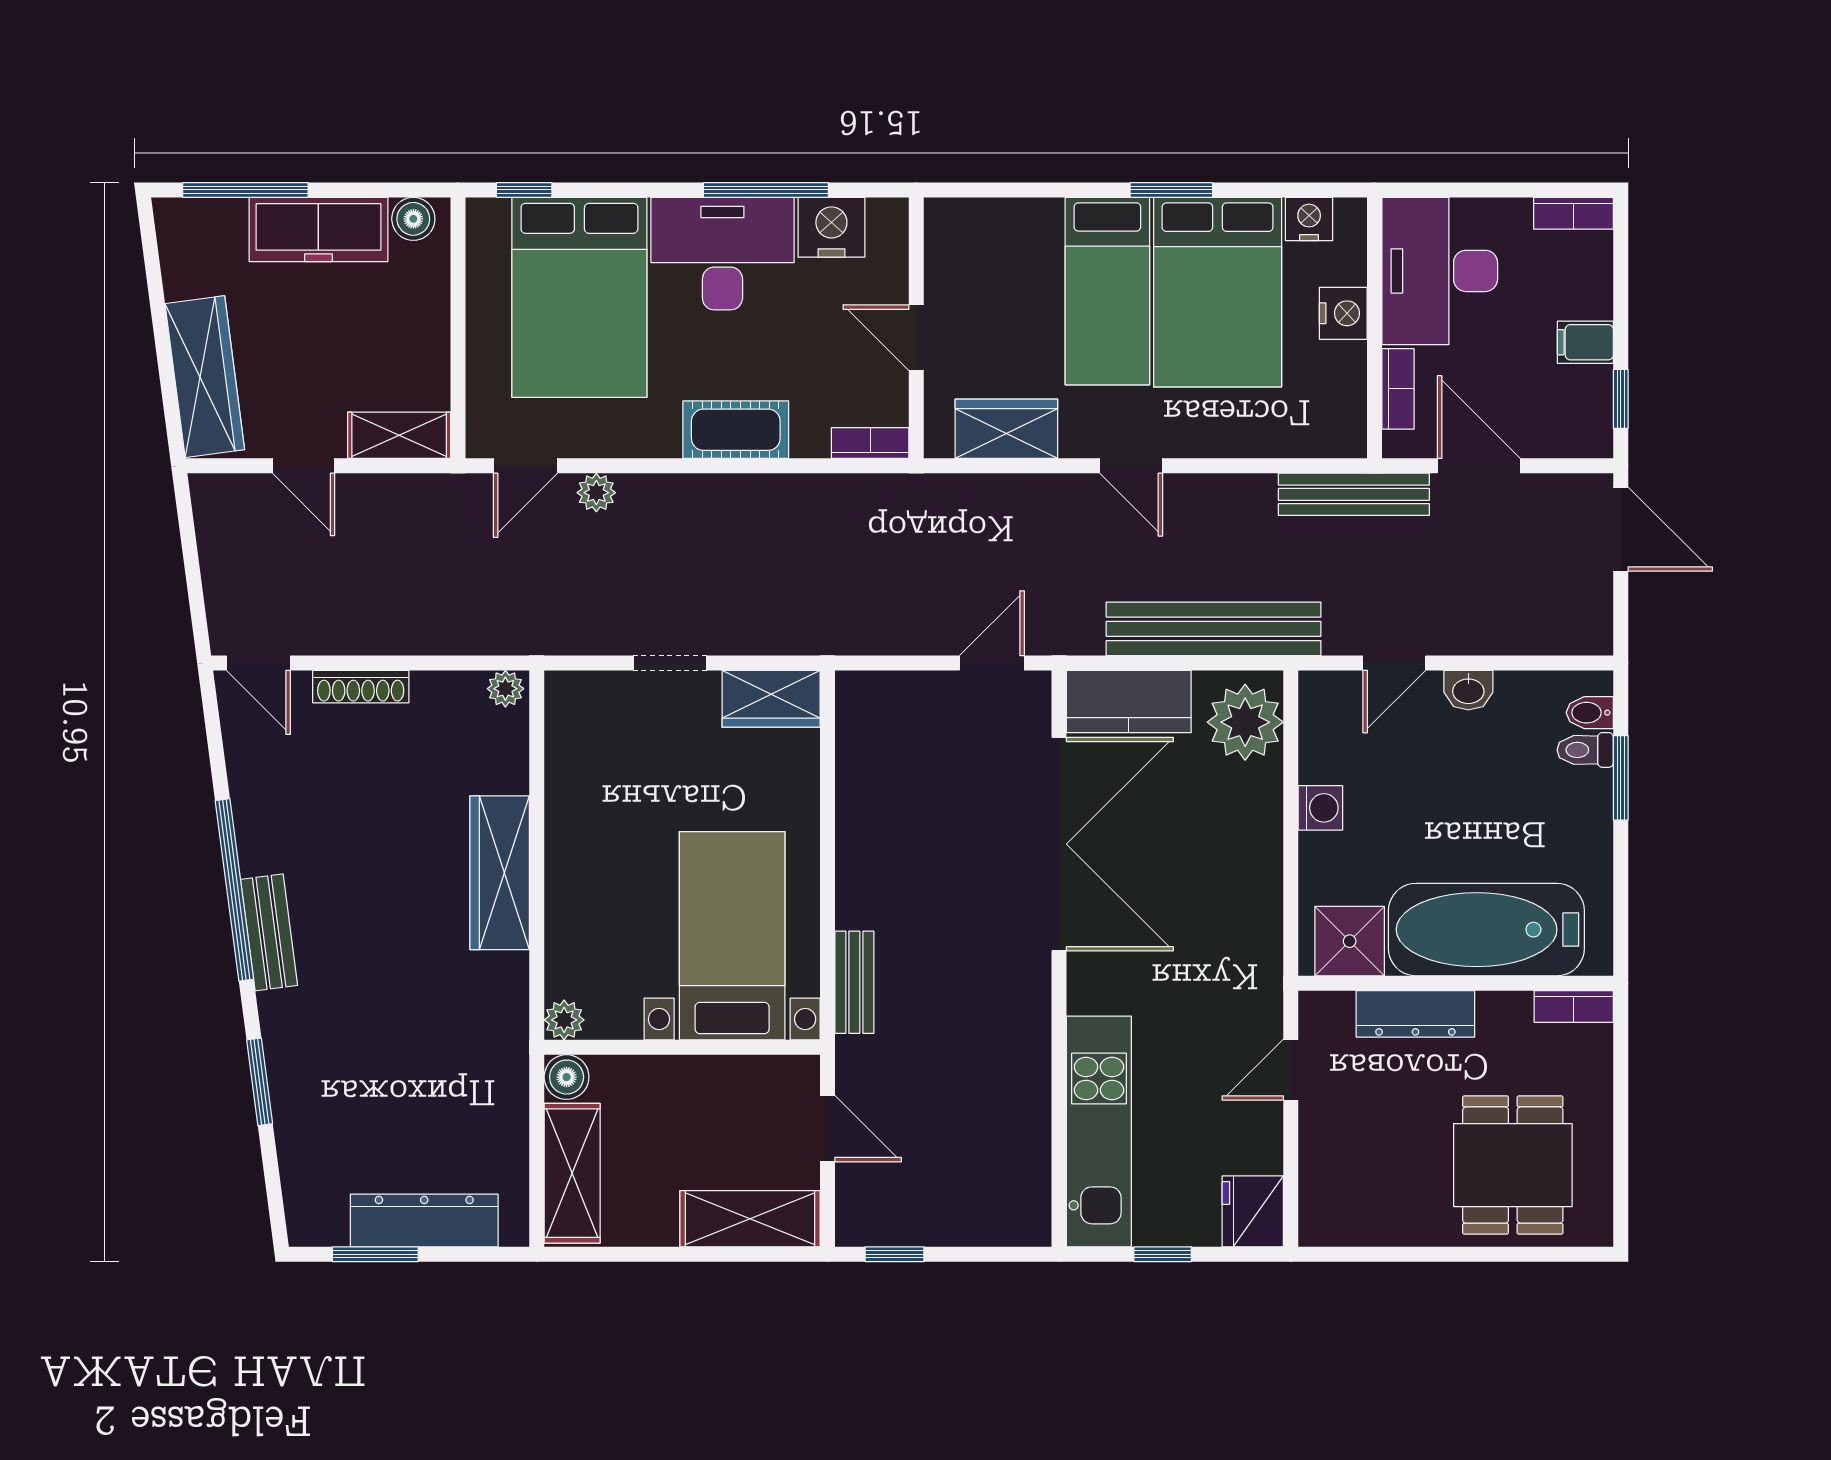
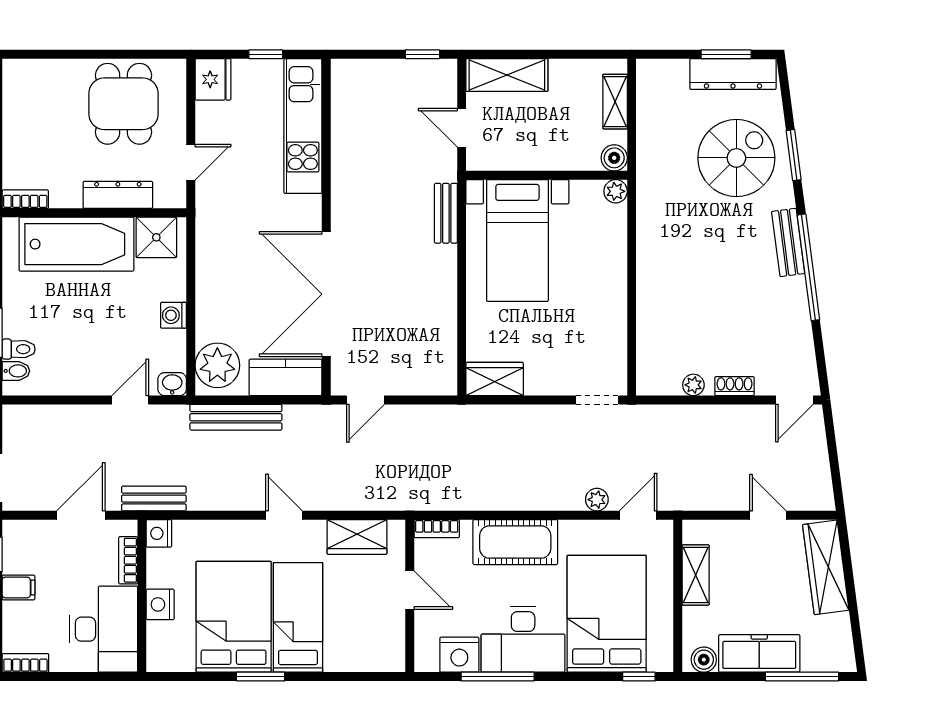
nightstand: (1309, 219) -> (159, 533), moved, turned 90
cot: (736, 430) -> (515, 542), width x1.37, depth x1.34
shelving: (399, 435) -> (696, 575), moved, turned 90
door: (1479, 466) -> (81, 515), swing flipped
bench: (1354, 494) -> (154, 499), width x0.73
bench: (1214, 629) -> (236, 417), width x0.73, depth x0.82
door: (258, 663) -> (794, 400), swing flipped
doorway: (670, 663) -> (597, 400), moved
shoe rack: (361, 687) -> (735, 386), width x0.70
plant: (505, 689) -> (693, 385), moved
washbasin: (1468, 690) -> (172, 384), moved
wardrobe: (500, 873) -> (653, 277), removed
spiral stairs: (358, 1077) -> (736, 158), added
dining table: (1513, 1165) -> (124, 104), moved
shelving: (572, 1173) -> (615, 102), width x0.67, depth x0.75
dresser: (424, 1220) -> (733, 74), moved

